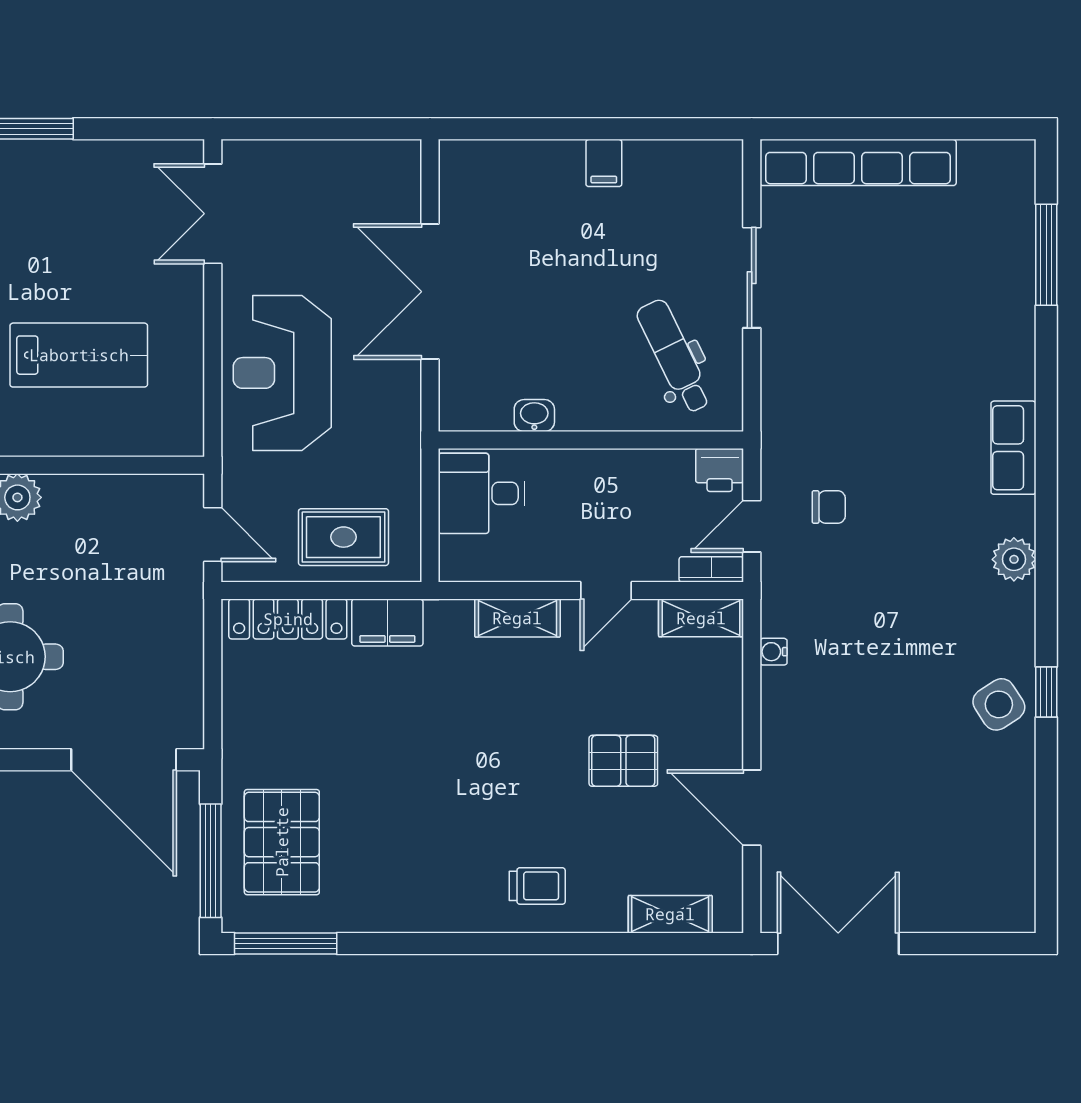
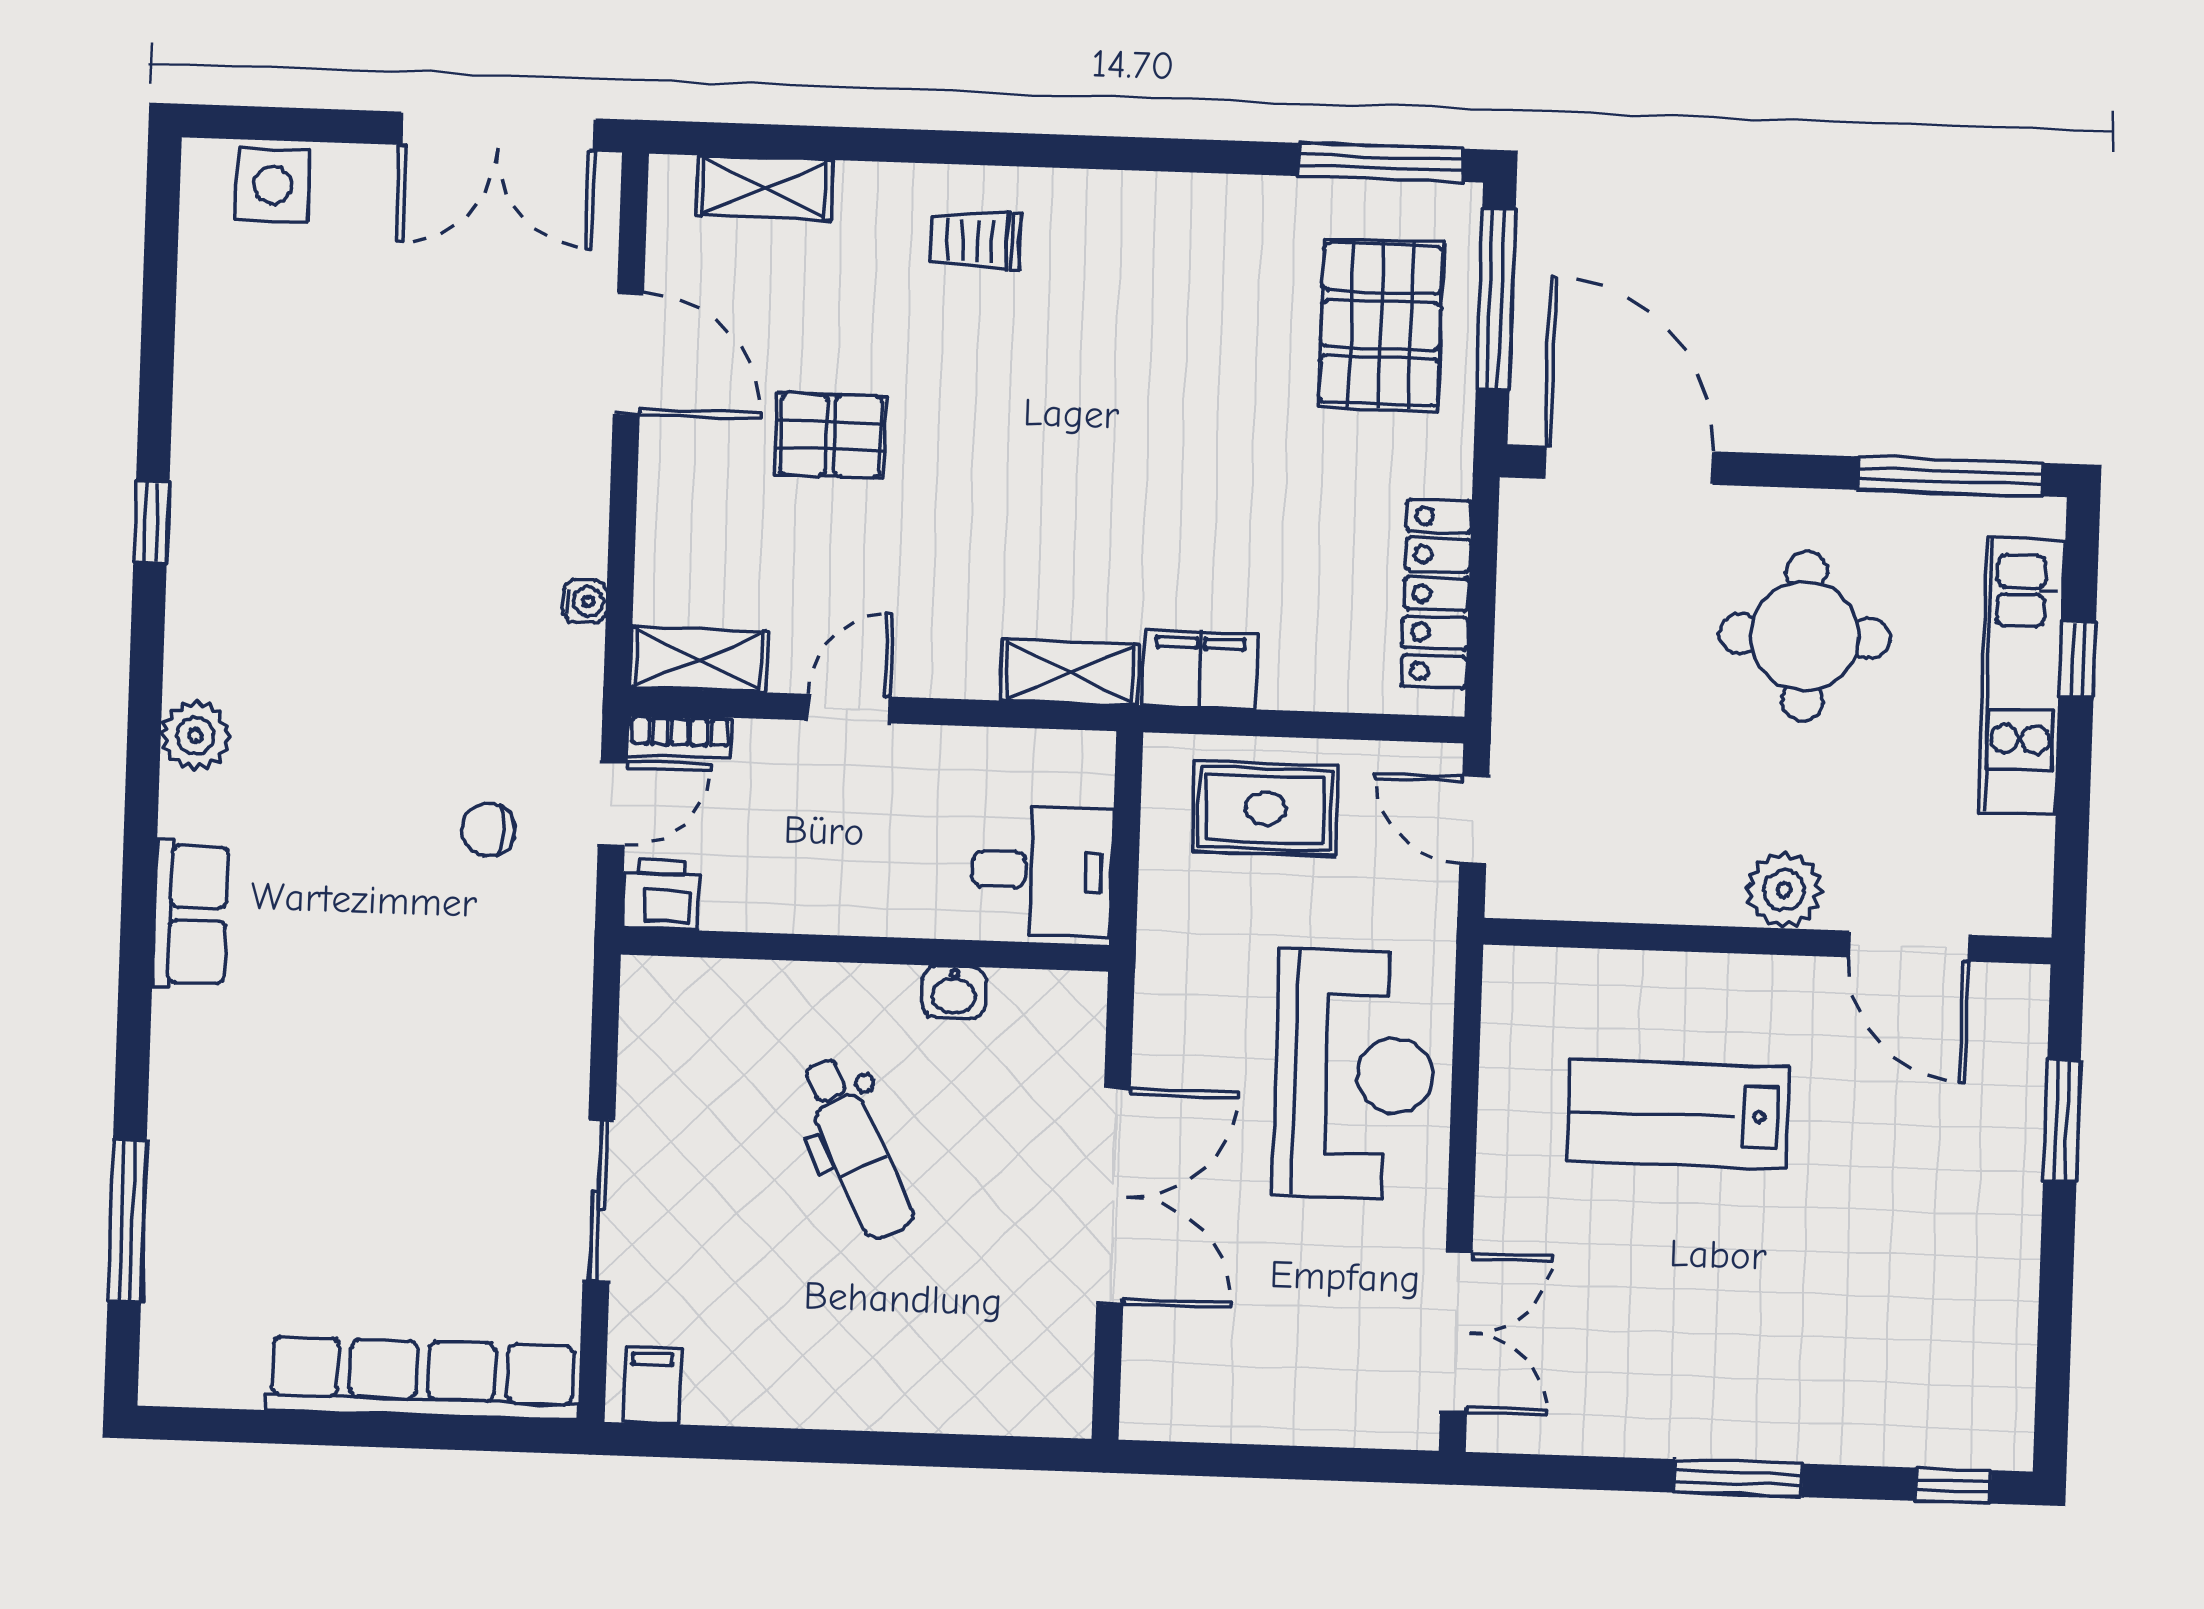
filing cabinet: (604, 163) -> (652, 1386), moved
dental chair: (674, 356) -> (856, 1148), moved
shelving: (517, 618) -> (1070, 672), moved
locker: (288, 619) -> (1437, 594), moved, turned -90
side table: (999, 704) -> (273, 185), moved, turned 33

